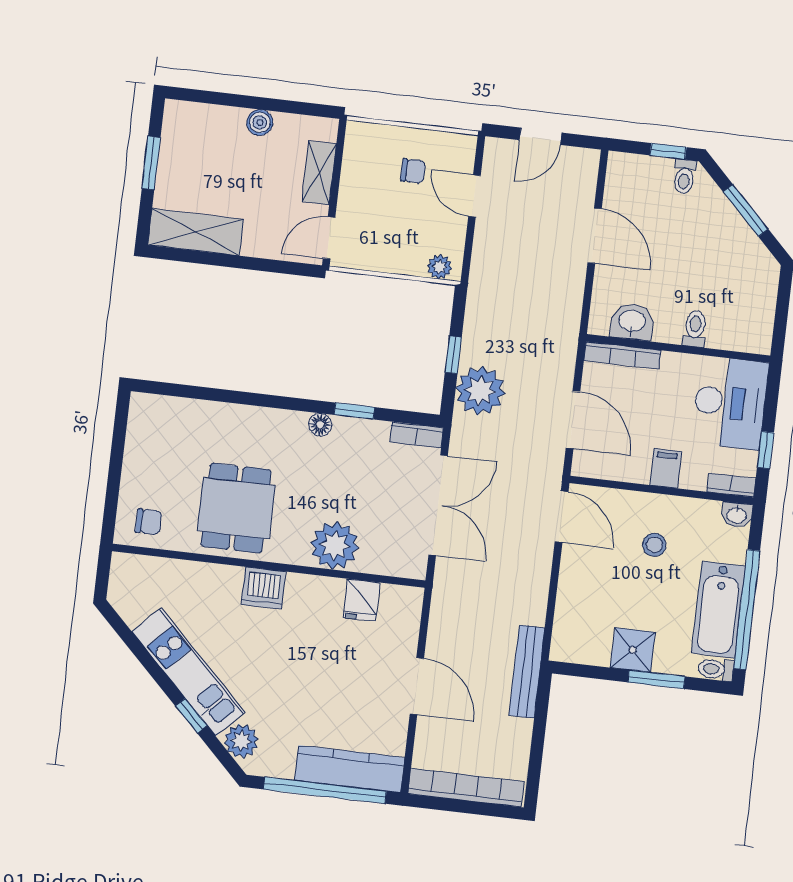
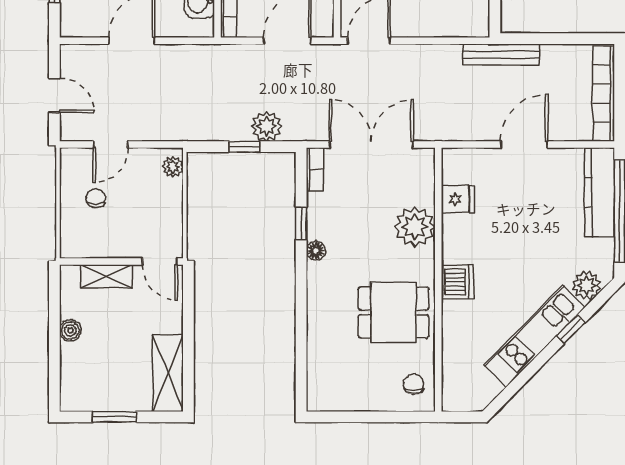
plant: (480, 391) -> (266, 126), width x0.73, depth x0.73

